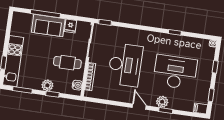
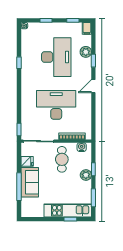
desk: (175, 72) -> (56, 57), turned 180
plant: (162, 102) -> (86, 52), moved

